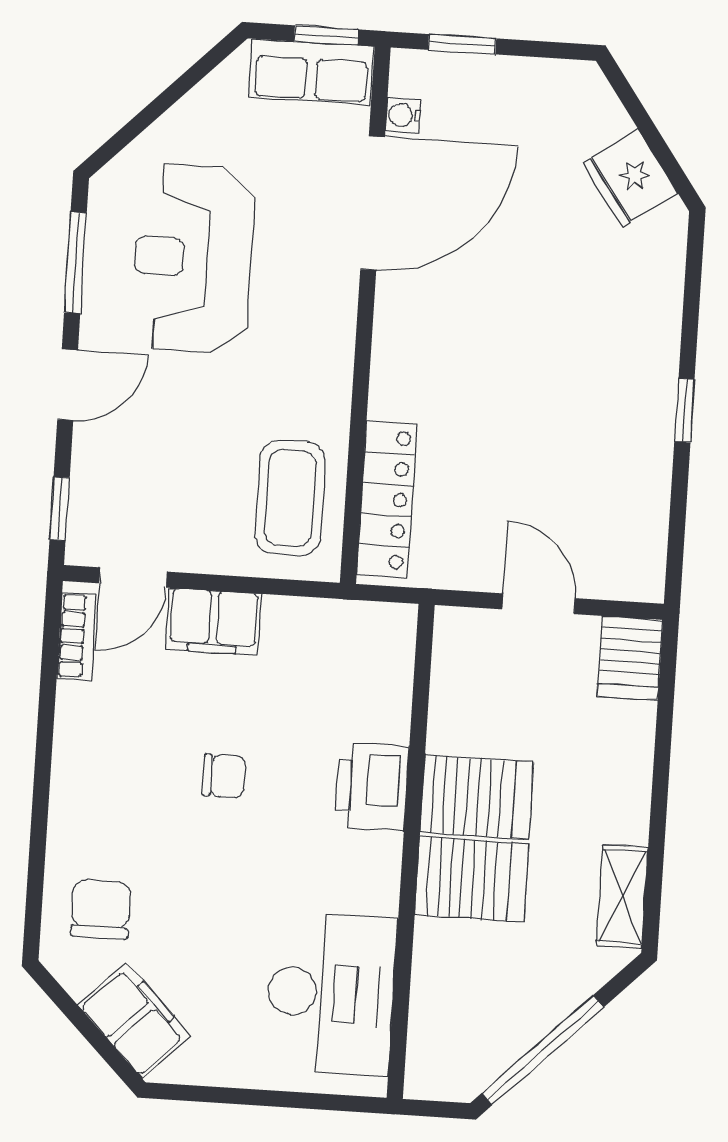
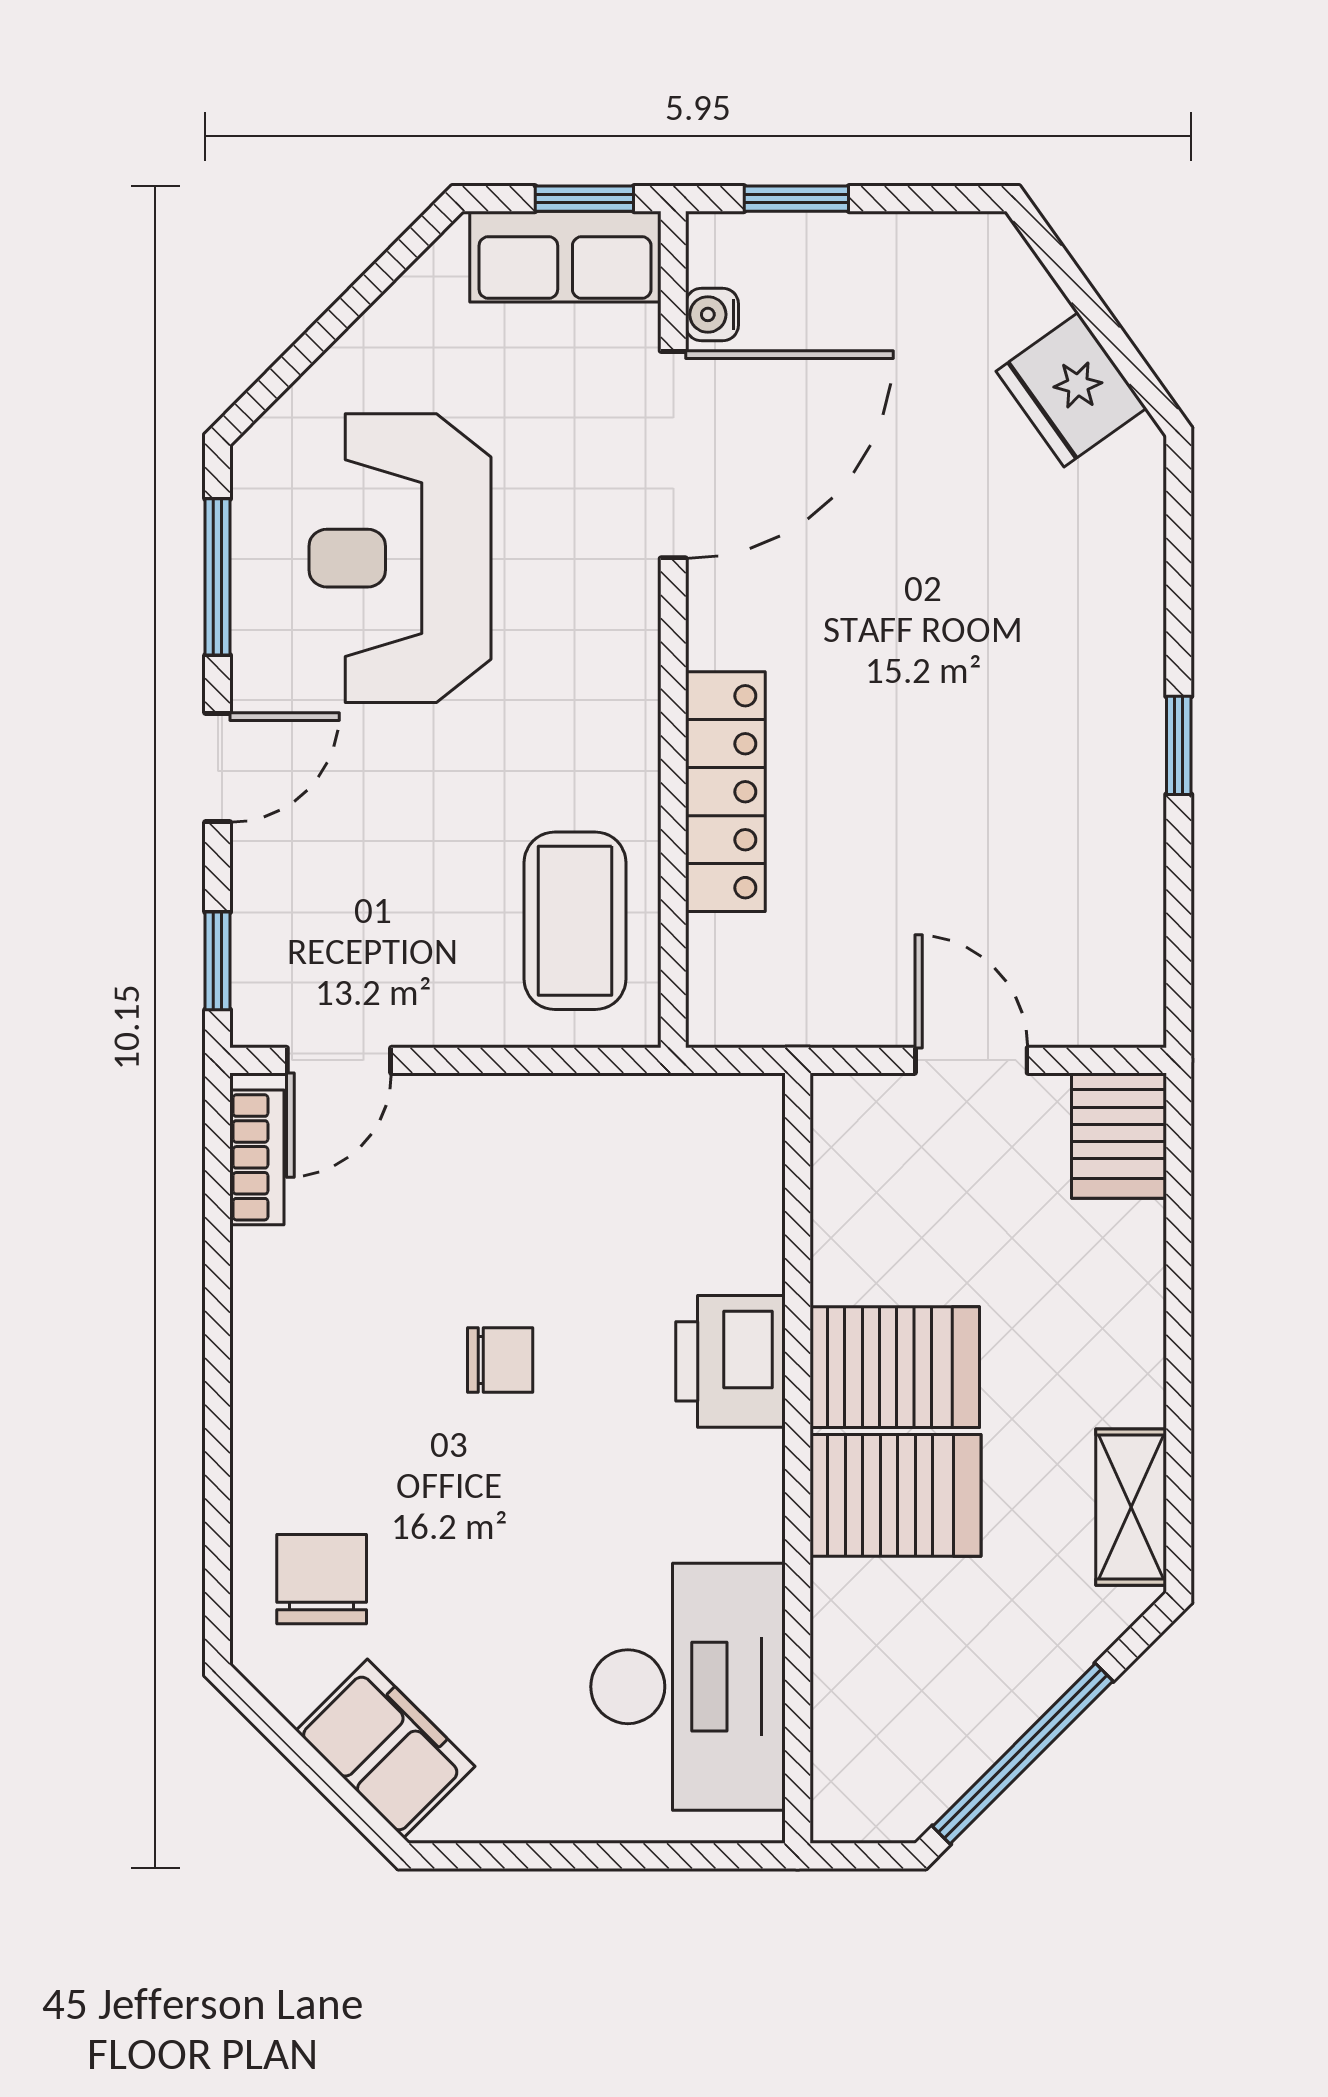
locker: (387, 500) -> (725, 792), moved
filing cabinet: (214, 622) -> (468, 1121), removed

